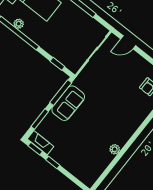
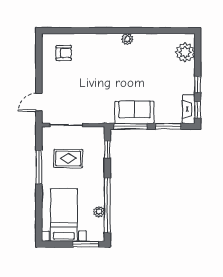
rug: (73, 32) -> (68, 158), added
door: (128, 42) -> (39, 102), swing flipped
plant: (115, 149) -> (127, 39), moved
plant: (82, 172) -> (185, 52), added

